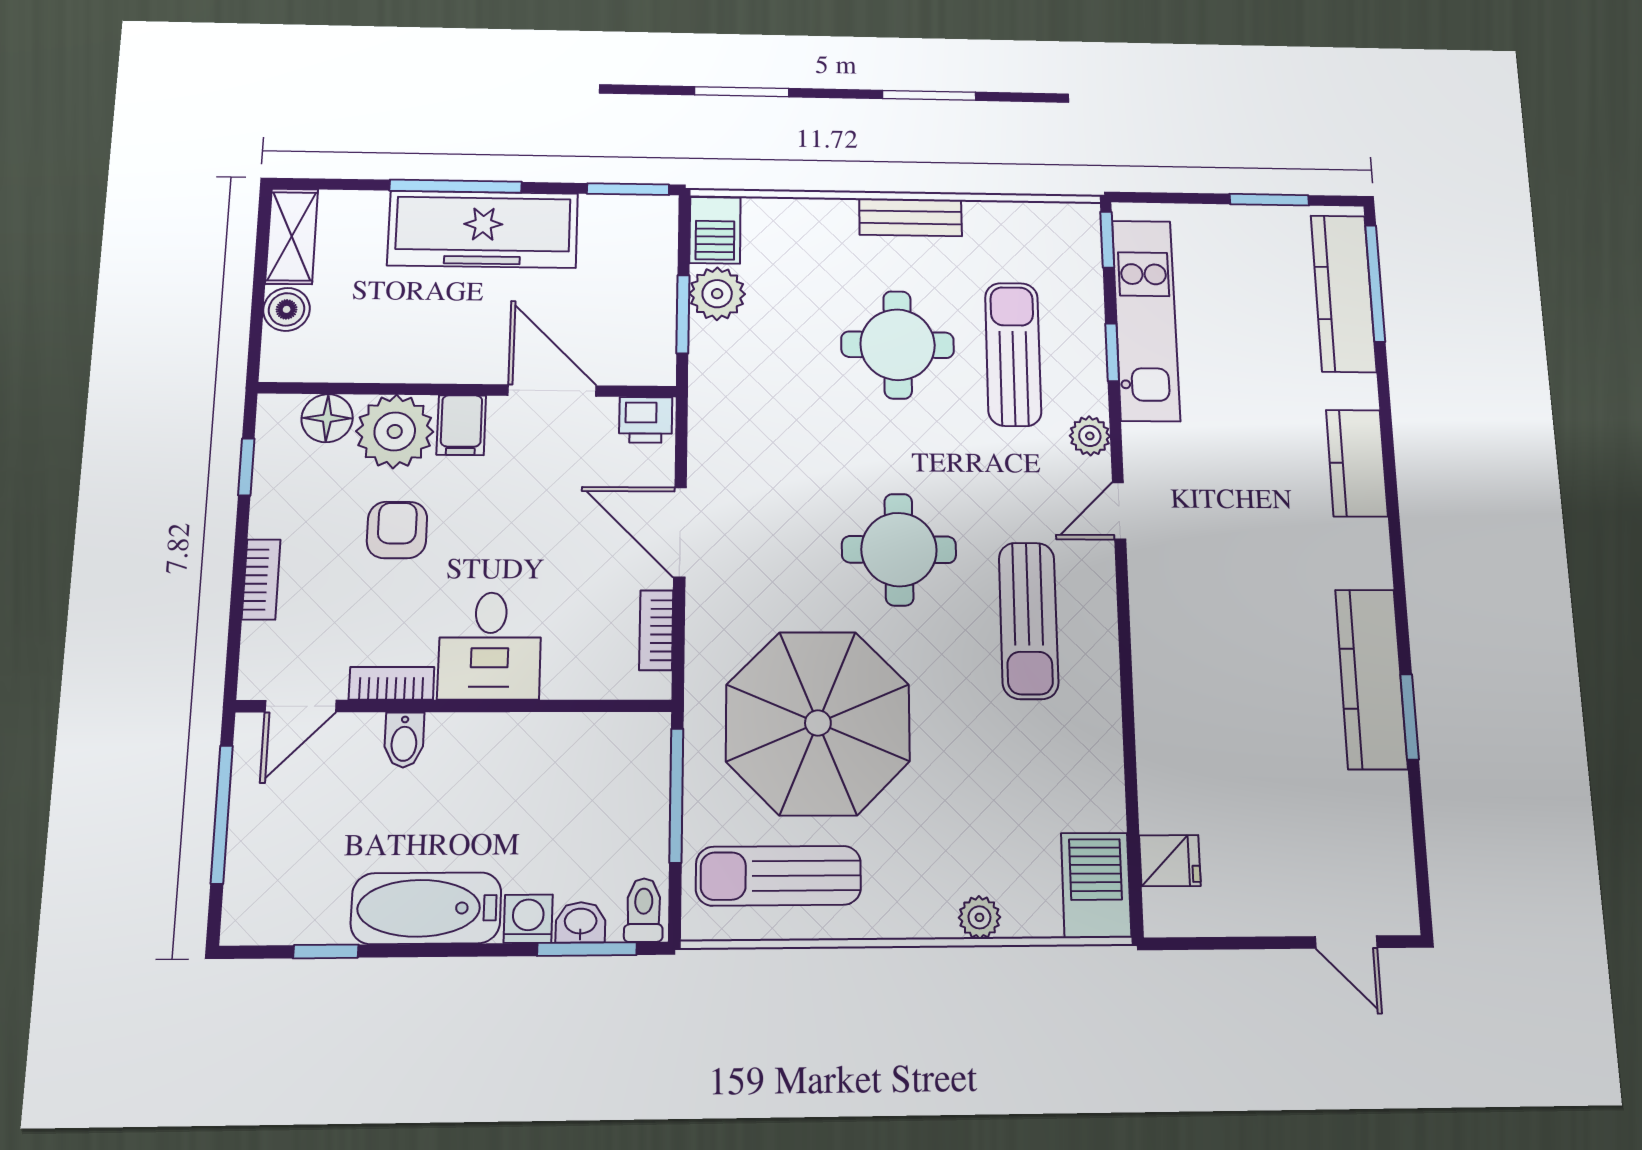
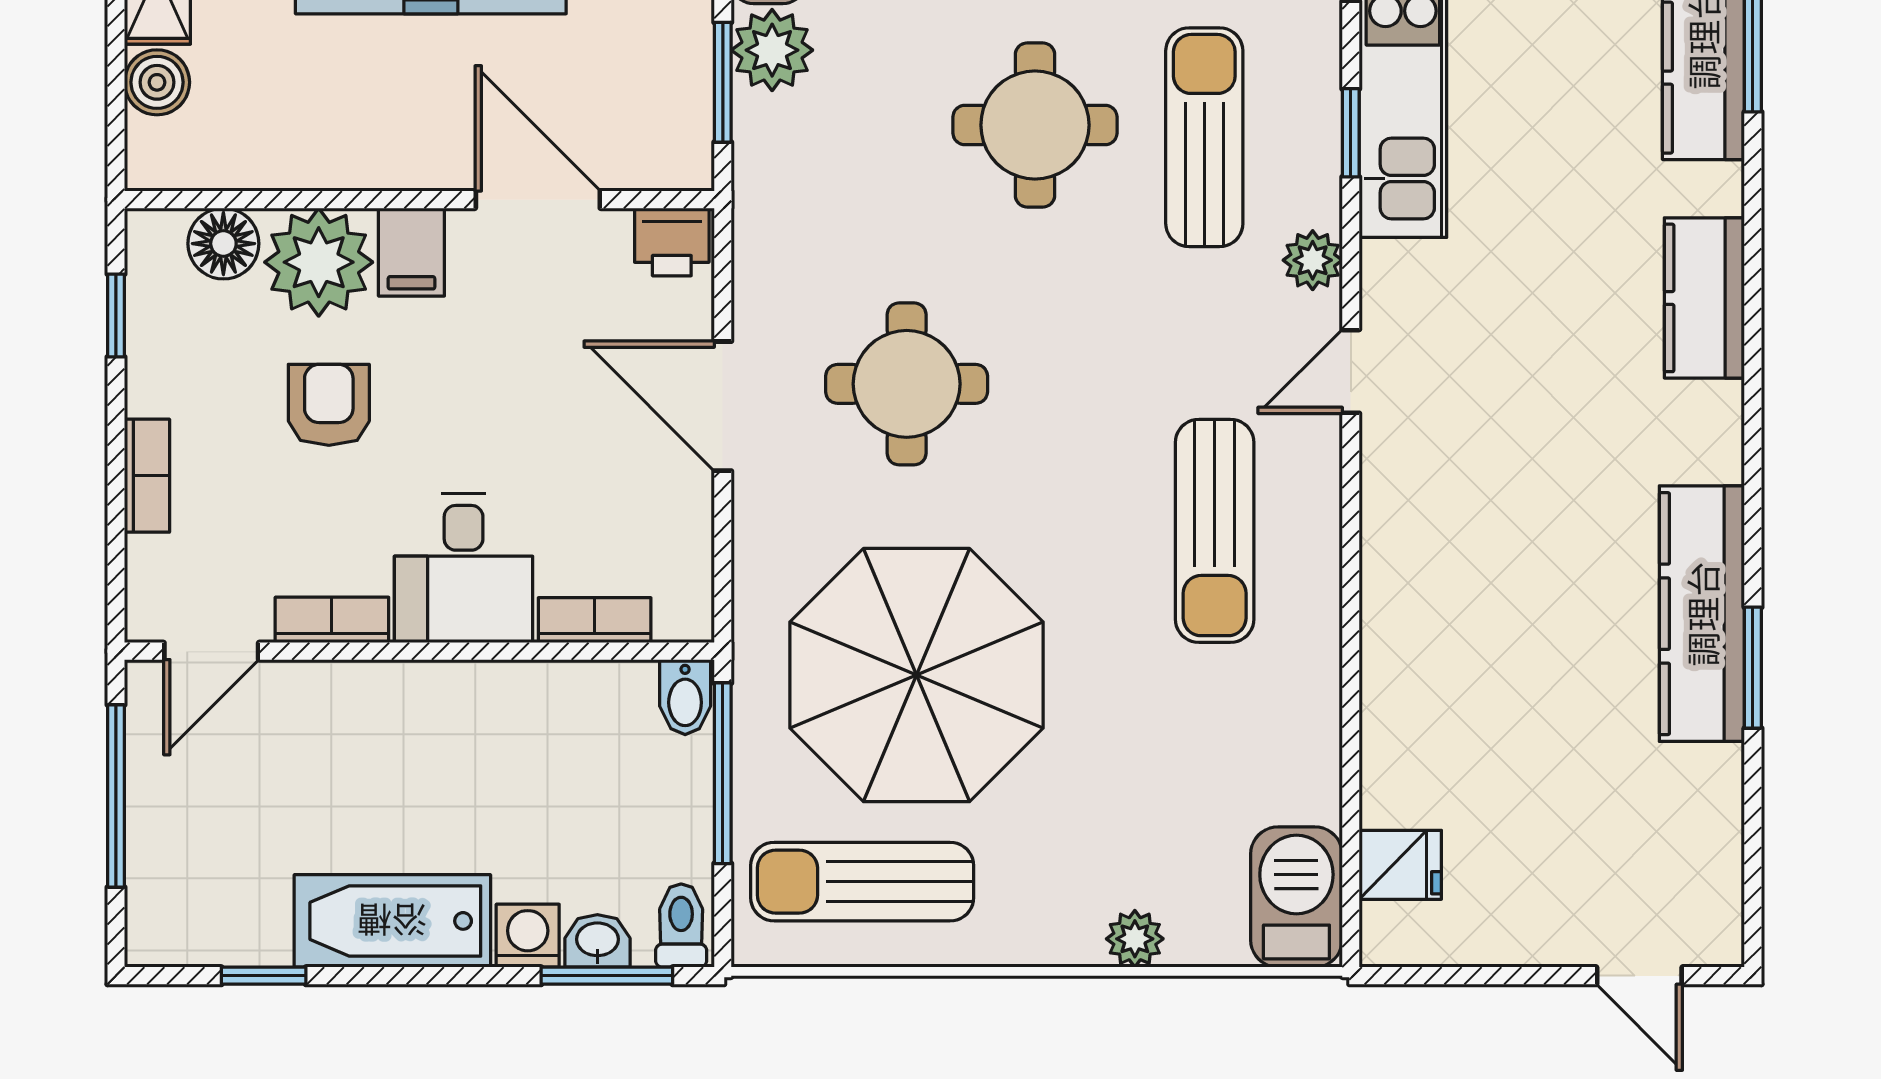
round table: (899, 550) -> (907, 384), moved
bookcase: (656, 630) -> (595, 620), moved, turned 90
bidet: (404, 740) -> (685, 697), moved

